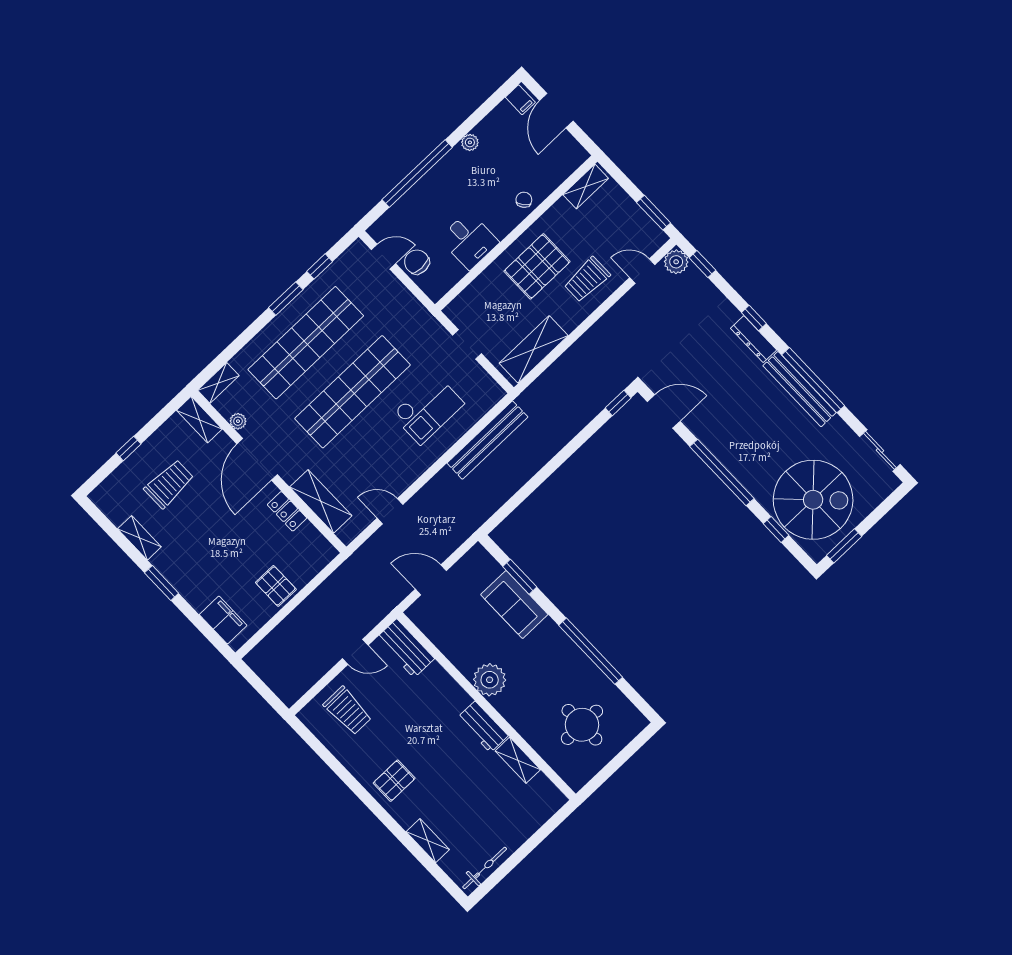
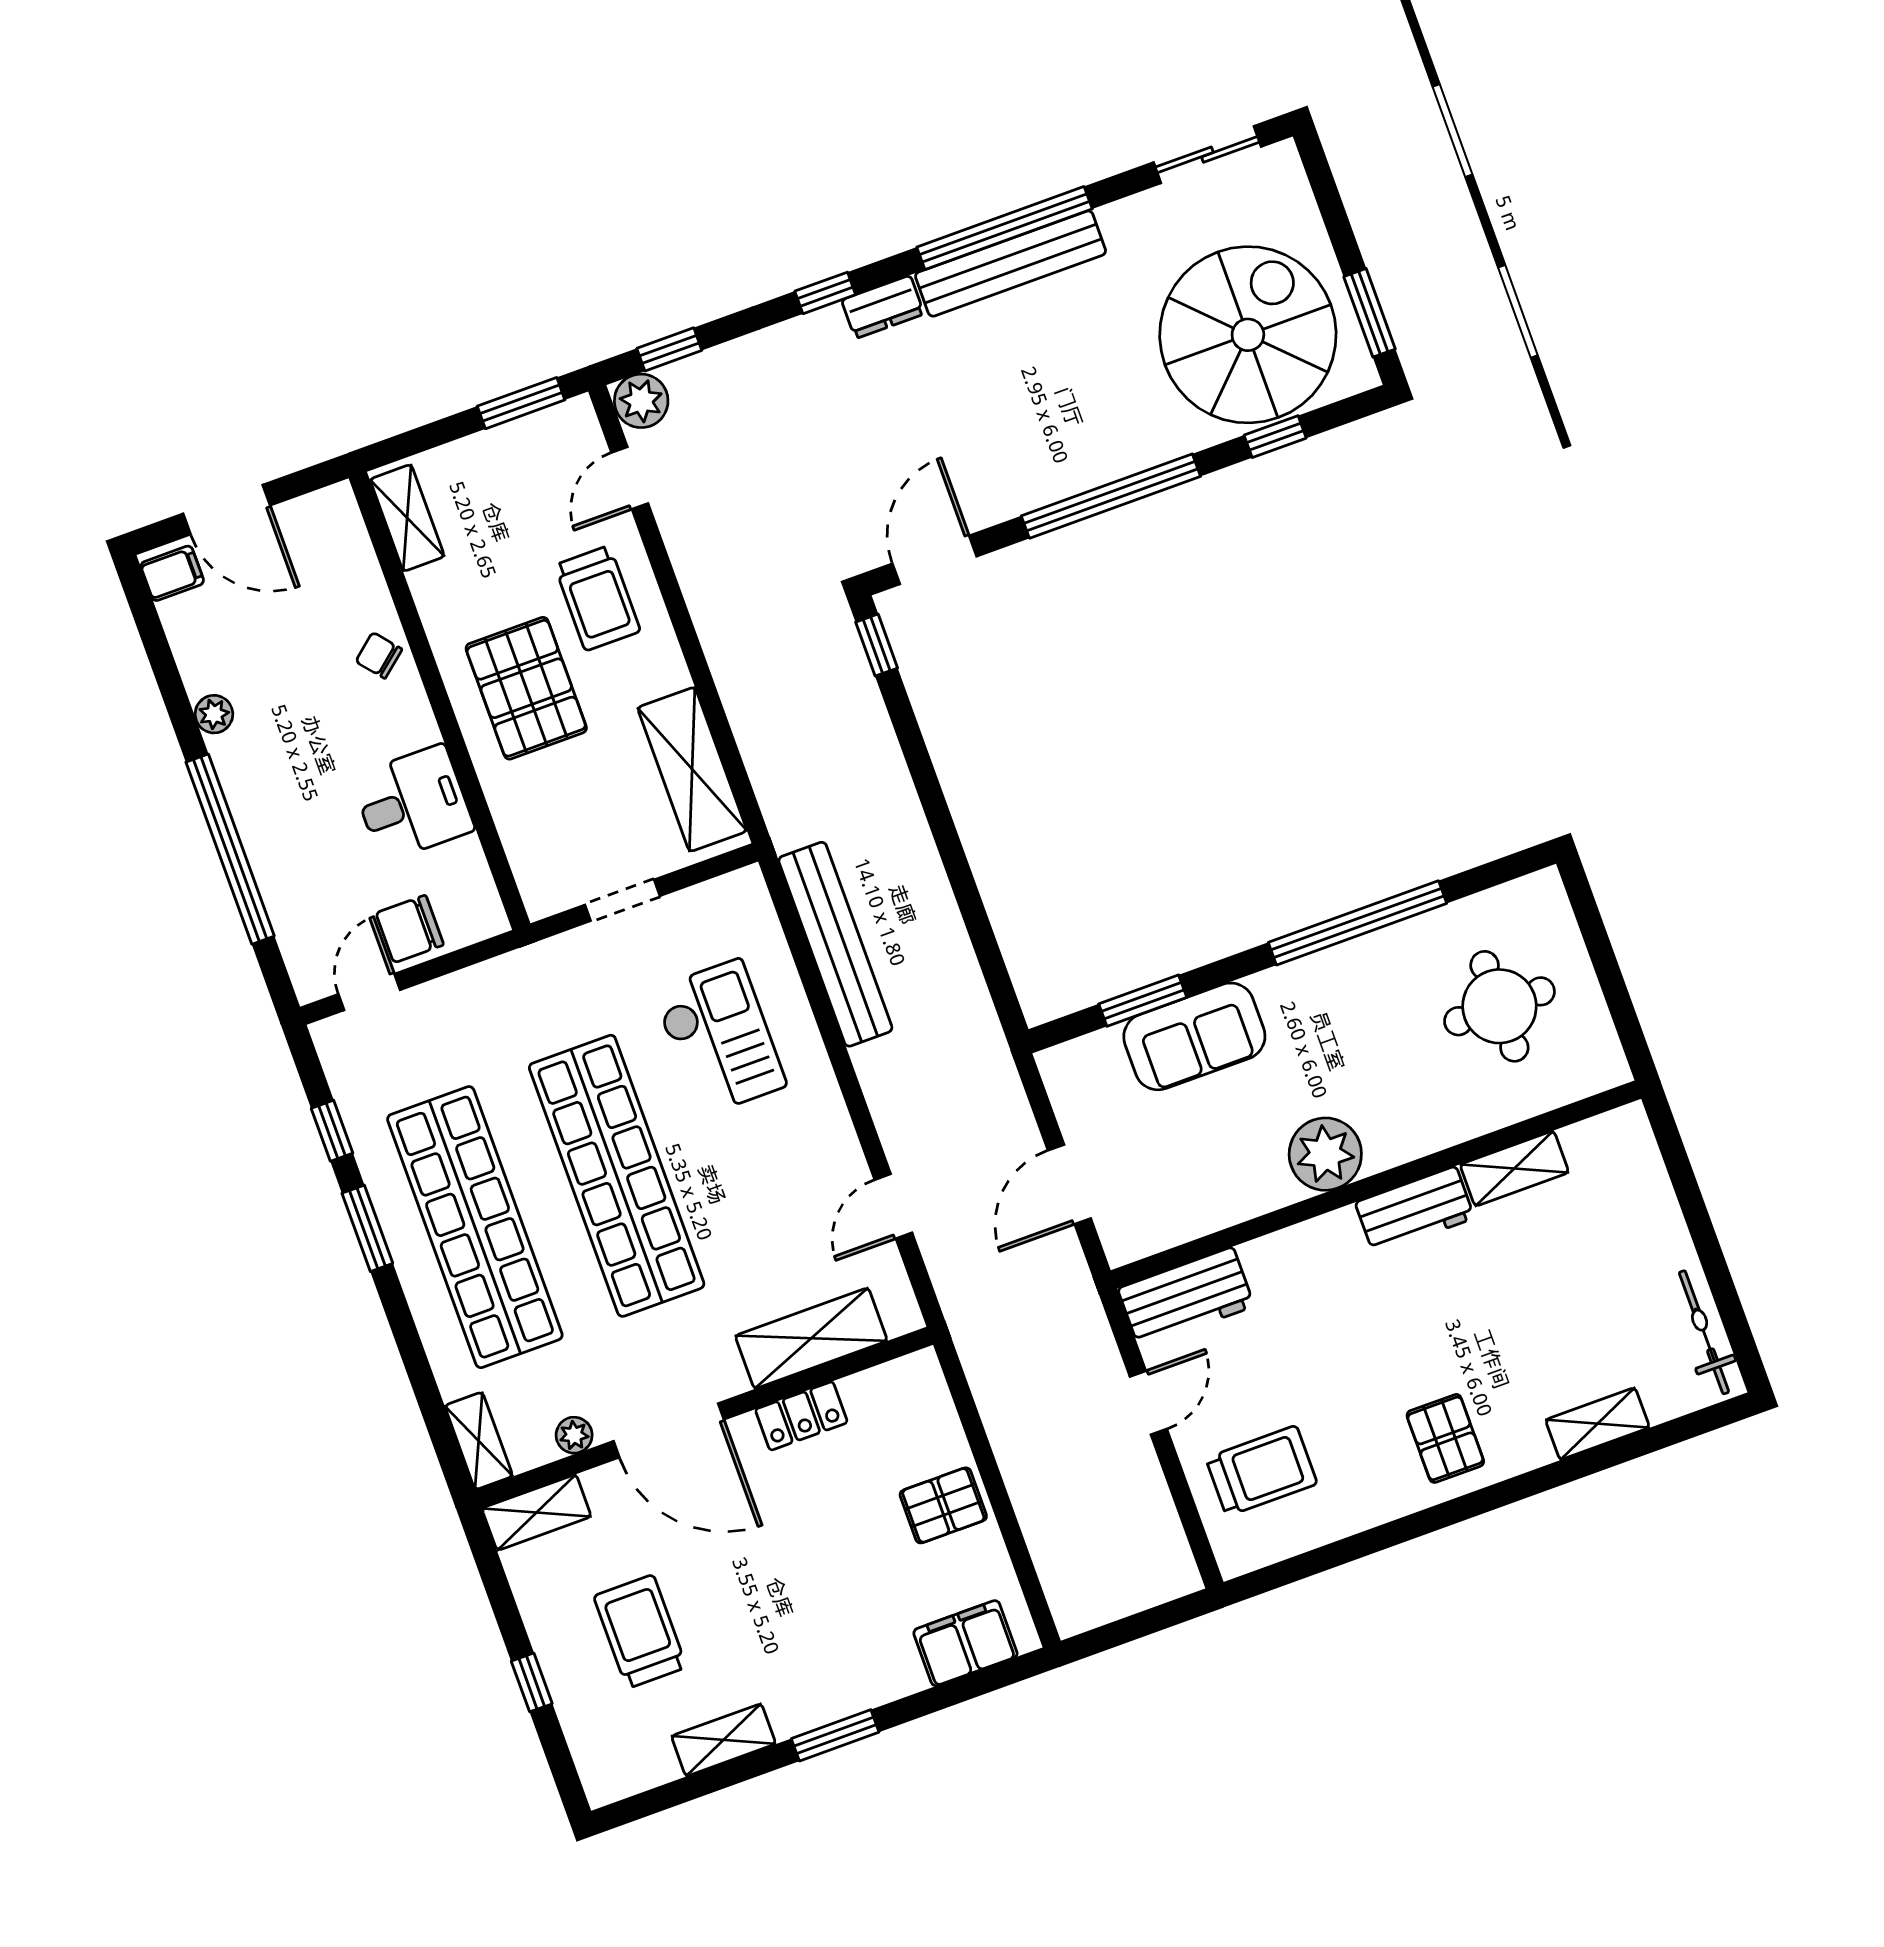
dresser: (754, 339) -> (883, 307), width x0.70

